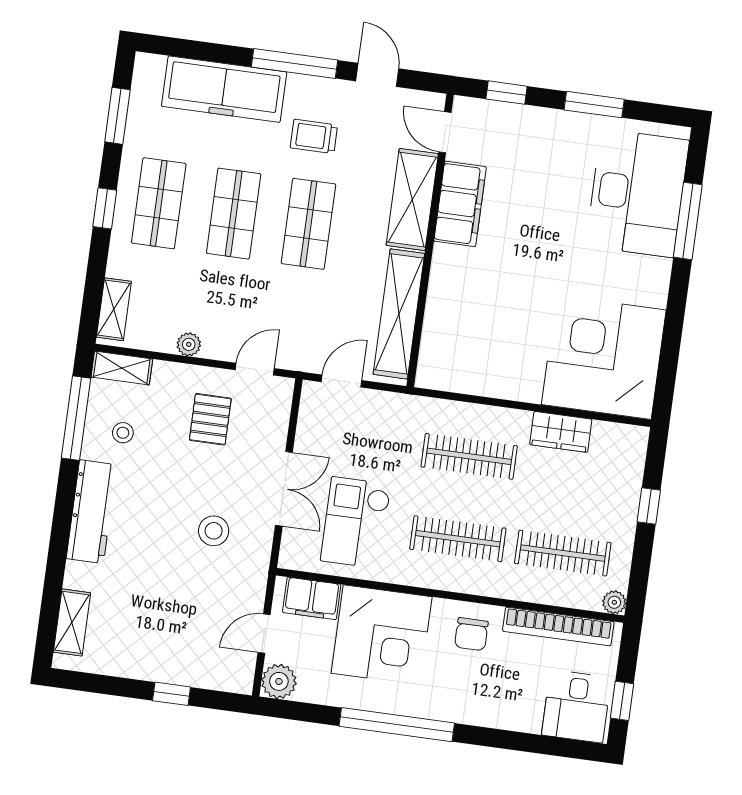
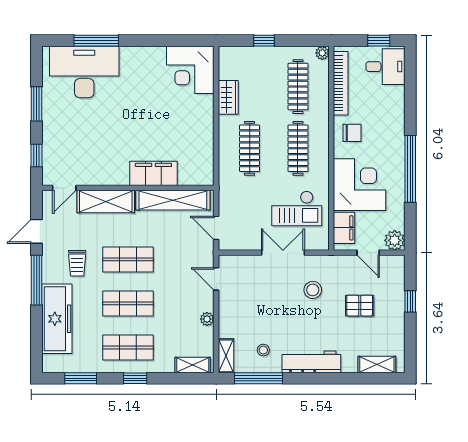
filing cabinet: (460, 204) -> (153, 173), moved
corner desk: (604, 357) -> (190, 70), width x0.74, depth x0.74
pallet: (210, 419) -> (360, 306), moved

